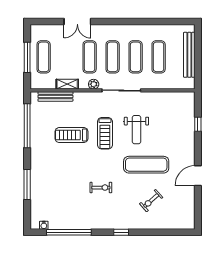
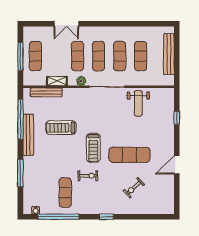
weight bench: (136, 130) -> (138, 103), moved
treadmill: (105, 133) -> (93, 148), moved
bench: (36, 143) -> (28, 135), added
exercise mat: (76, 206) -> (65, 193), added

